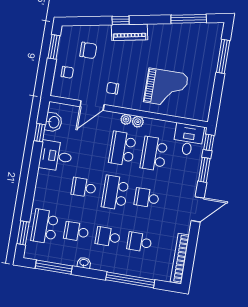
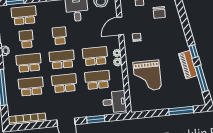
window: (121, 20) -> (194, 51), moved
piano: (129, 32) -> (188, 65), moved
door: (92, 106) -> (120, 26), hinge flipped
window: (209, 142) -> (116, 117), removed
school desk: (147, 198) -> (64, 83), width x1.85
school desk: (108, 237) -> (29, 63), width x1.85
school desk: (139, 242) -> (31, 87), width x1.85

